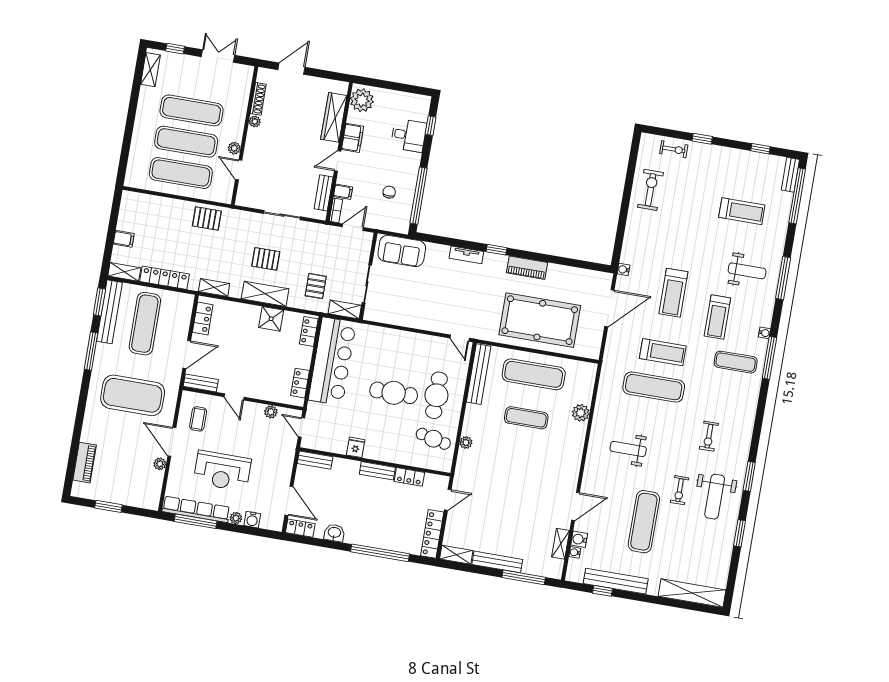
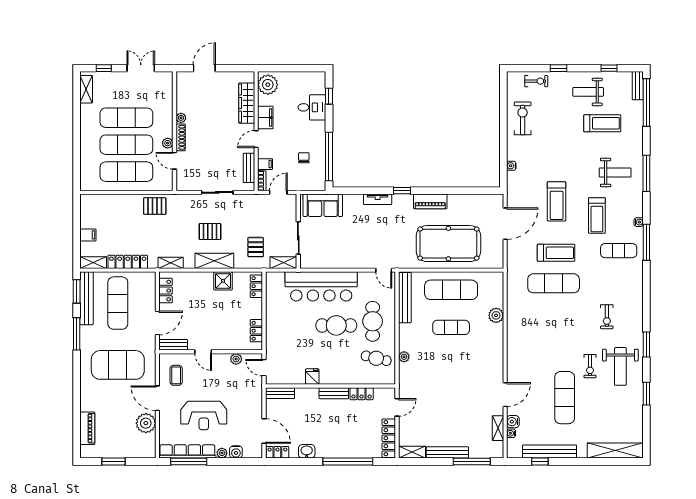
shoe rack: (258, 99) -> (181, 137), moved
water cooler: (623, 269) -> (511, 166), moved
bar counter: (332, 361) -> (321, 286), moved, turned 90
weight bench: (628, 449) -> (588, 92), moved
plant: (160, 464) -> (146, 423), width x1.87, depth x1.87

